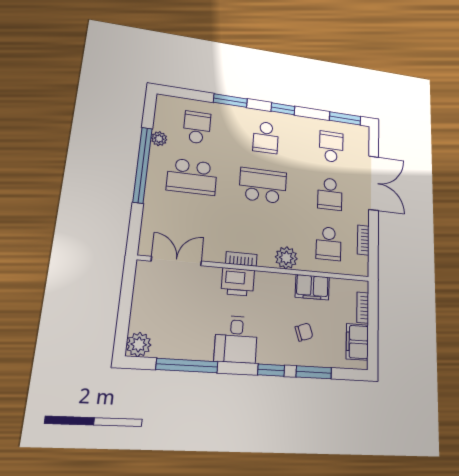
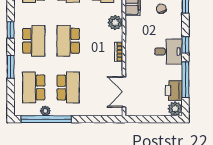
school desk: (197, 127) -> (34, 87), width x1.85
school desk: (266, 137) -> (34, 41), width x1.85
window: (143, 165) -> (46, 119), moved
printer: (238, 282) -> (174, 91), moved, turned 180
window: (271, 370) -> (185, 45), moved

